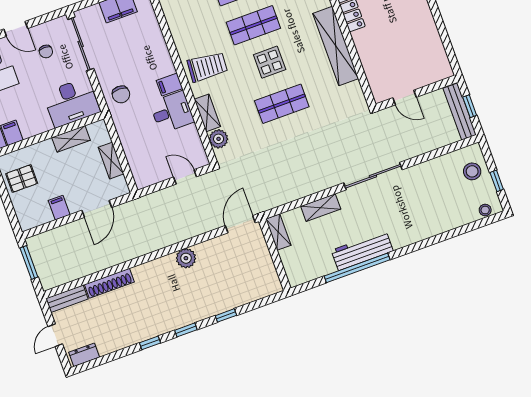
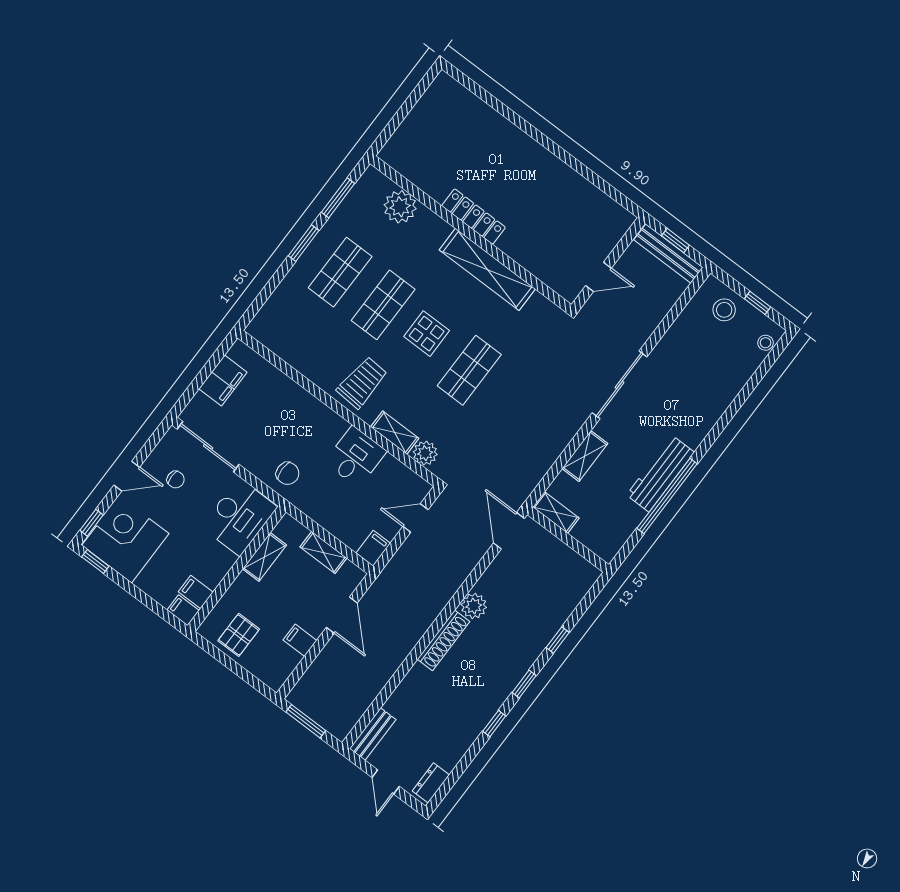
filing cabinet: (169, 84) -> (373, 548), moved, turned 180
shoe rack: (109, 283) -> (443, 640), moved

